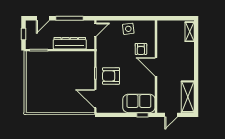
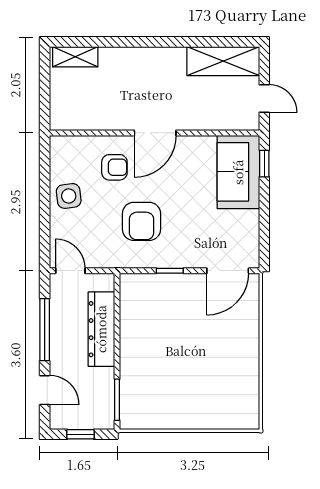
armchair: (111, 76) -> (141, 221), moved

